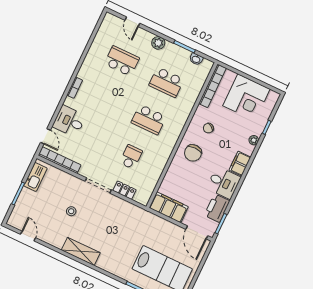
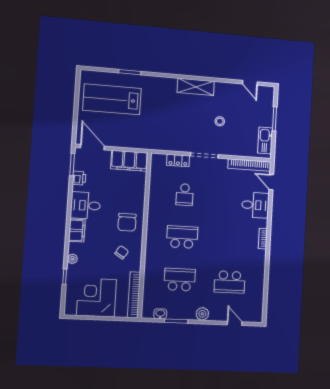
chair: (193, 153) -> (127, 222), turned 180
printer: (217, 208) -> (79, 178), width x0.53, depth x0.68

